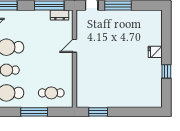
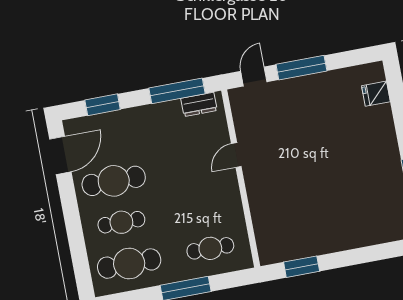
fridge: (155, 52) -> (376, 94), moved

